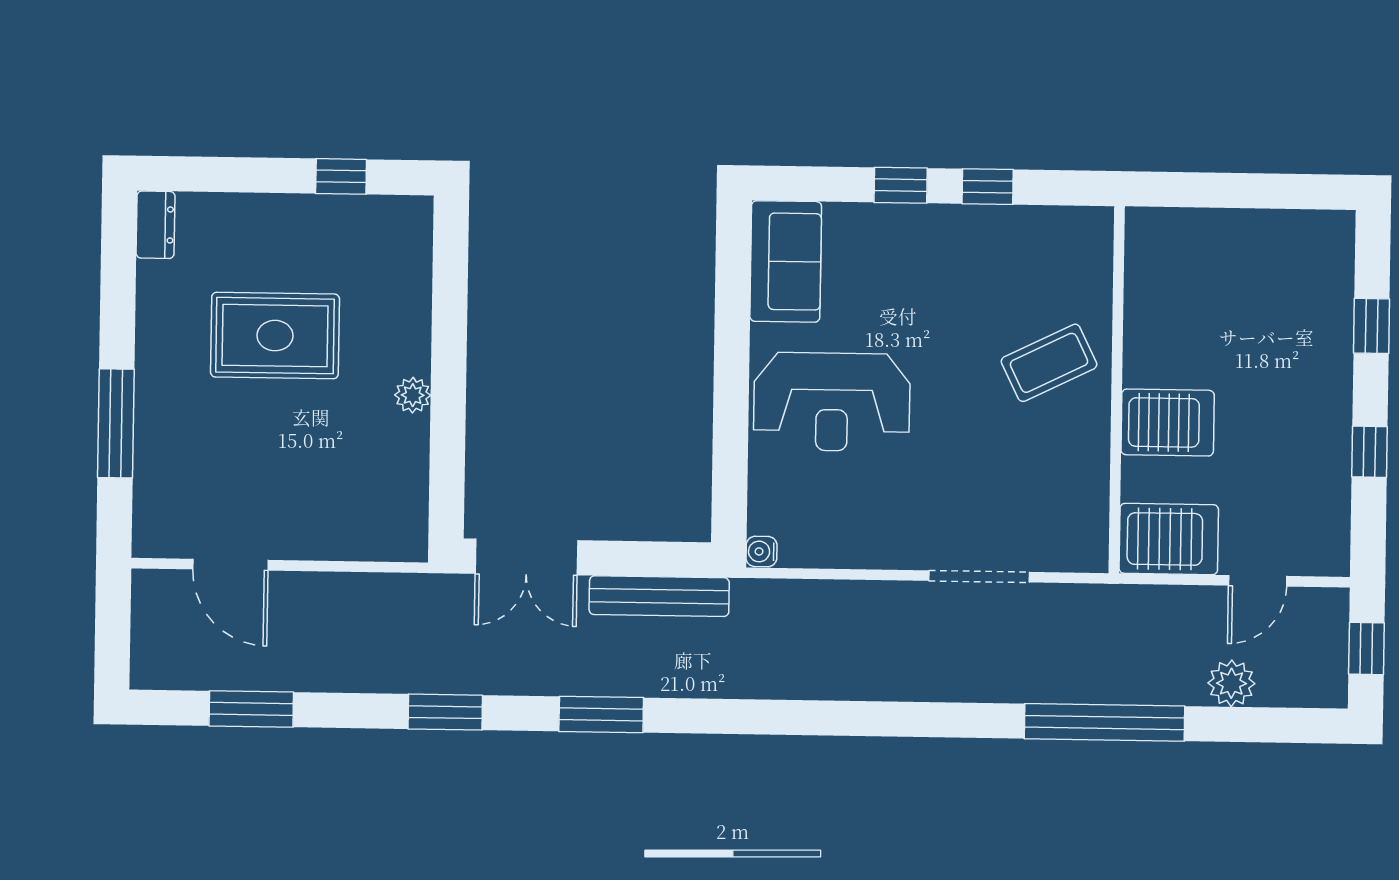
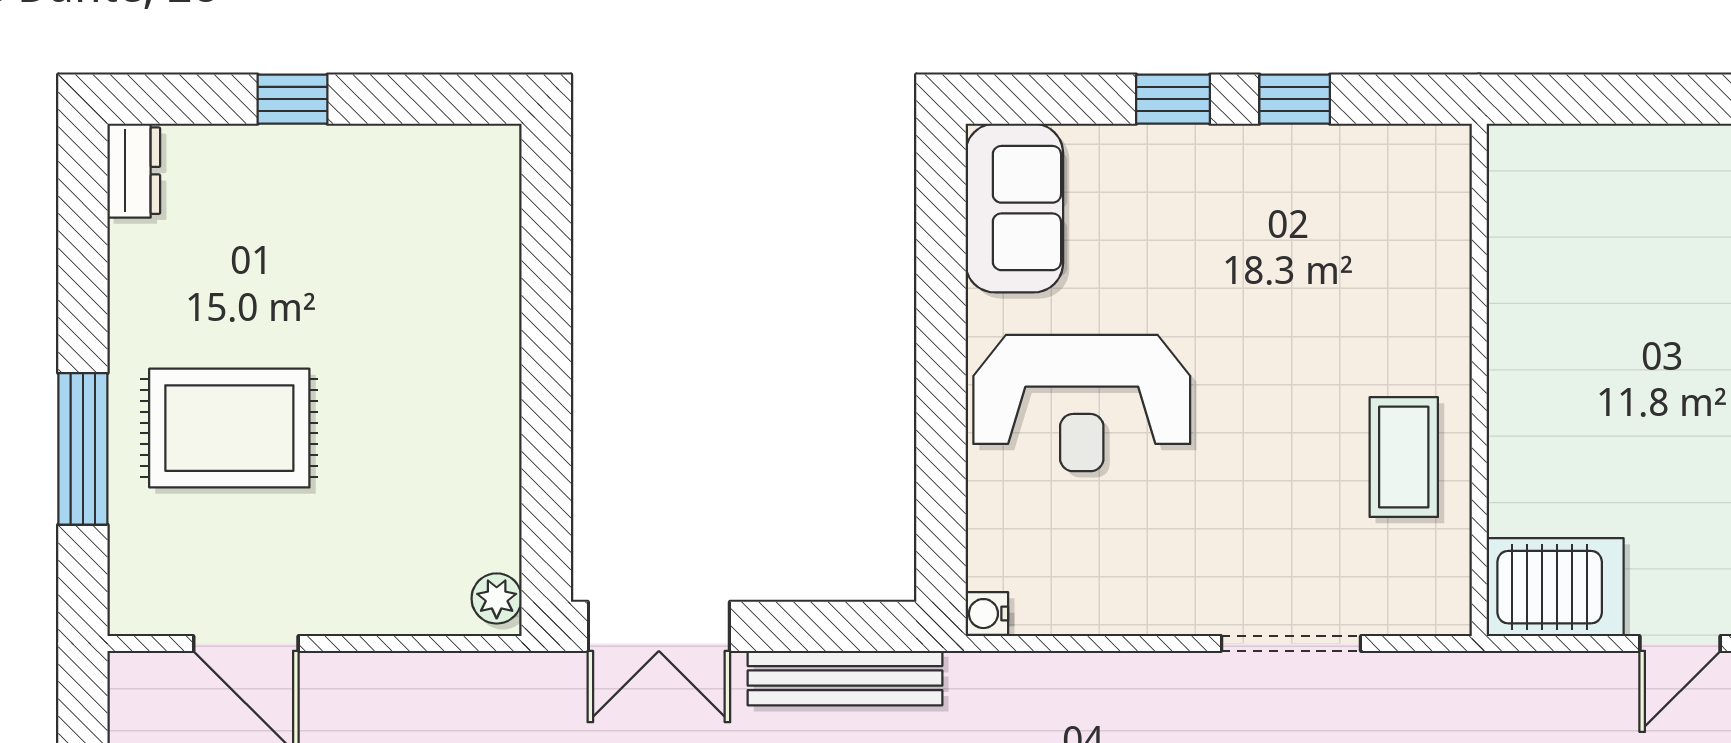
window: (341, 176) -> (293, 99), moved
rug: (275, 336) -> (229, 428), moved
coffee table: (1049, 363) -> (1404, 457), moved, turned -64
plant: (413, 395) -> (497, 598), moved
server rack: (1168, 423) -> (1551, 425), removed

